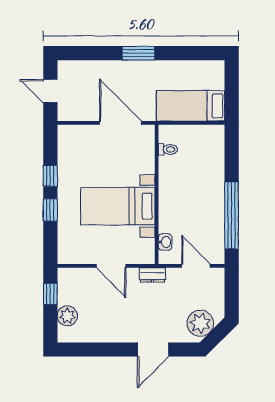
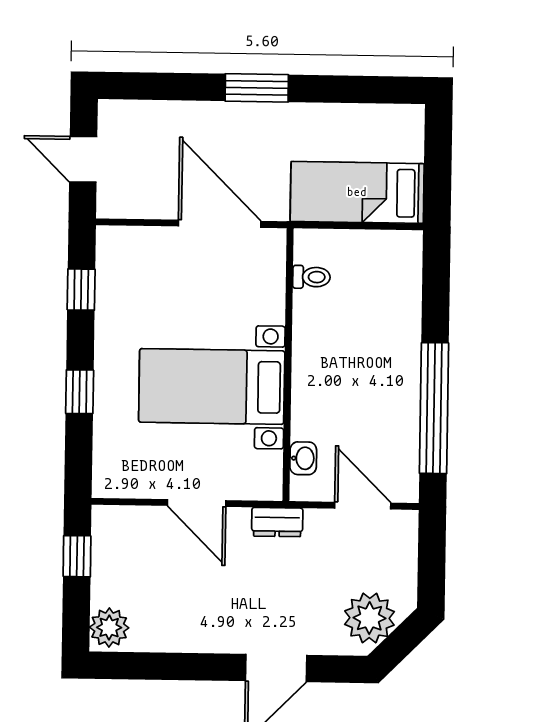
window: (50, 176) -> (81, 290), moved
plant: (67, 316) -> (109, 627), moved

